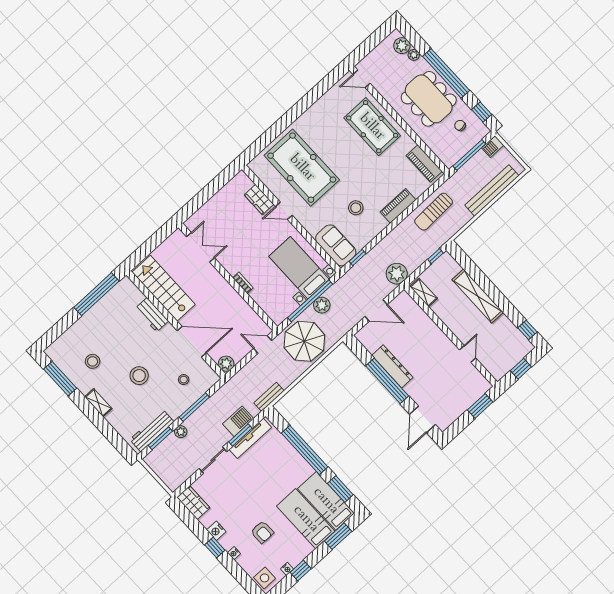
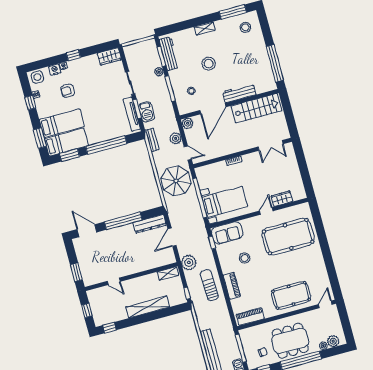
sun lounger: (434, 212) -> (209, 285), moved
plant: (322, 305) -> (176, 138), moved
workbench: (152, 315) -> (239, 93), width x1.38
door: (263, 344) -> (188, 153), hinge flipped
stool: (93, 361) -> (245, 27), moved
dresser: (392, 366) -> (150, 224), moved
nightstand: (216, 531) -> (55, 70), moved

